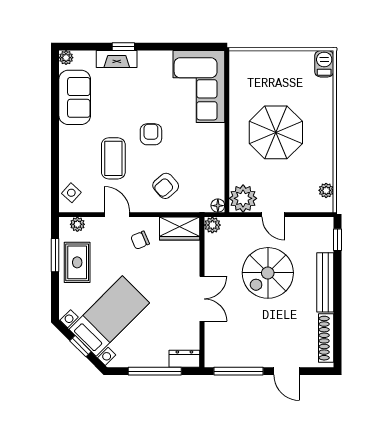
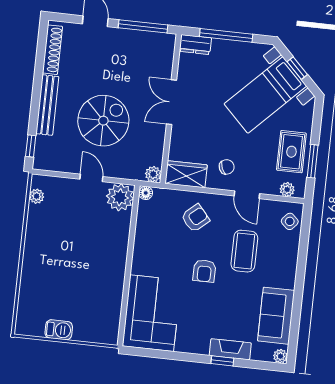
barbecue: (324, 64) -> (59, 330), moved, turned -90
parasol: (276, 132) -> (80, 259), removed

